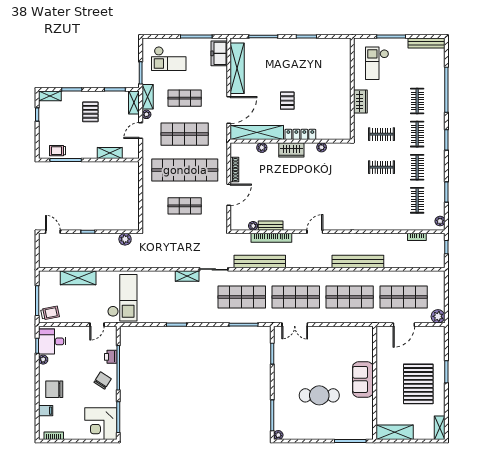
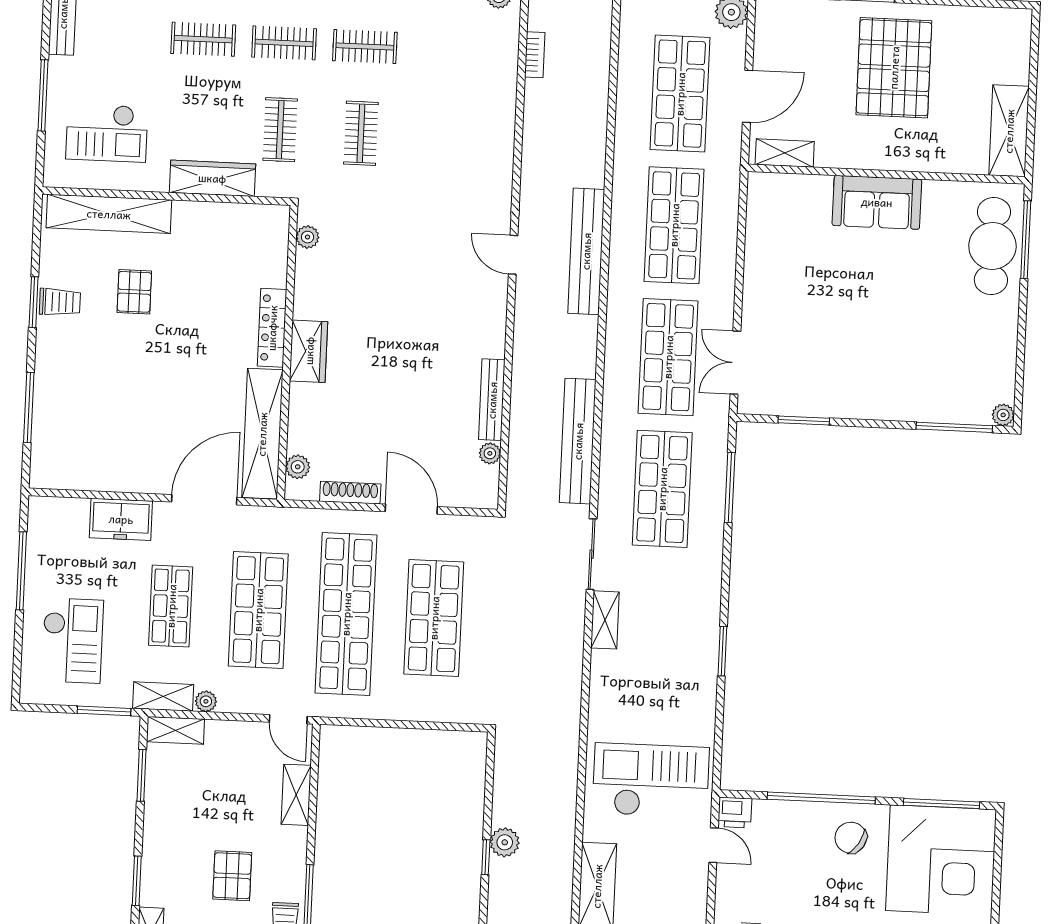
trolley: (307, 47) -> (60, 302), added
freezer: (219, 53) -> (121, 519), moved
shelving: (237, 68) -> (109, 214), moved
pallet: (287, 101) -> (134, 292), moved, turned 90
wardrobe: (360, 102) -> (212, 178), width x1.50
door: (229, 110) -> (204, 500), hinge flipped
pallet: (90, 112) -> (232, 876), moved, turned 90
door: (141, 131) -> (288, 719), moved
plant: (322, 147) -> (308, 237), moved
plant: (262, 148) -> (298, 467), moved
clothes rail: (417, 200) -> (446, 50), removed
shop shelf: (185, 206) -> (434, 618), width x1.43, depth x1.36
bench: (271, 226) -> (492, 400), width x1.36
door: (315, 232) -> (513, 255), moved
bookcase: (271, 238) -> (521, 410), removed
plant: (125, 239) -> (505, 842), moved
bench: (358, 262) -> (586, 251), moved
double door: (295, 325) -> (735, 363), swing flipped
door: (404, 325) -> (748, 96), hinge flipped
printer: (111, 357) -> (735, 812), moved
pallet: (418, 384) -> (894, 68), turned 90
cafe table: (319, 395) -> (992, 246), moved
corner desk: (101, 424) -> (941, 860), width x1.36, depth x1.36
shelving: (440, 428) -> (785, 153), moved

